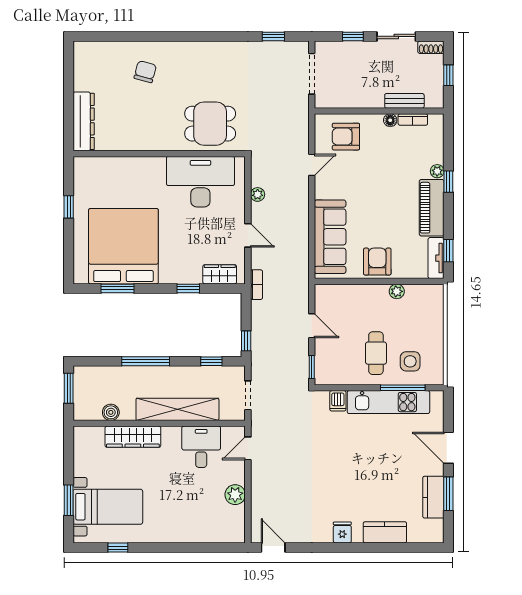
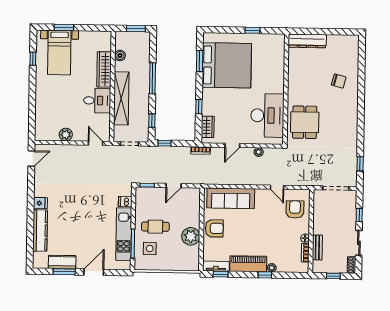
plant: (397, 291) -> (191, 236), width x1.87, depth x1.87
desk: (201, 447) -> (97, 100), moved
kitchen counter: (385, 532) -> (40, 231), width x1.50

